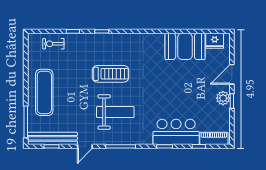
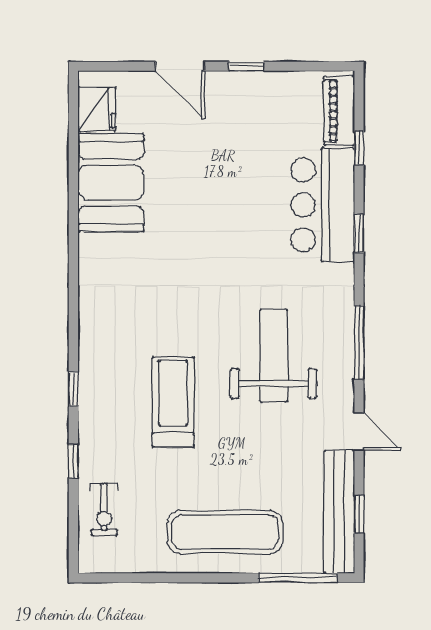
treadmill: (111, 74) -> (173, 402), moved
plant: (223, 98) -> (239, 88), removed

